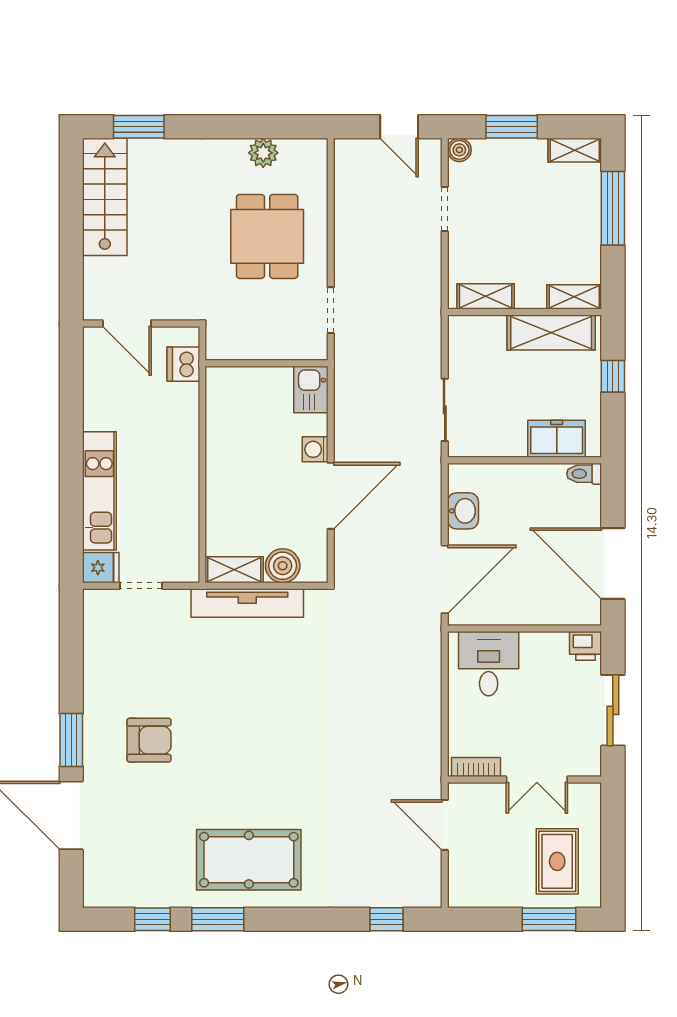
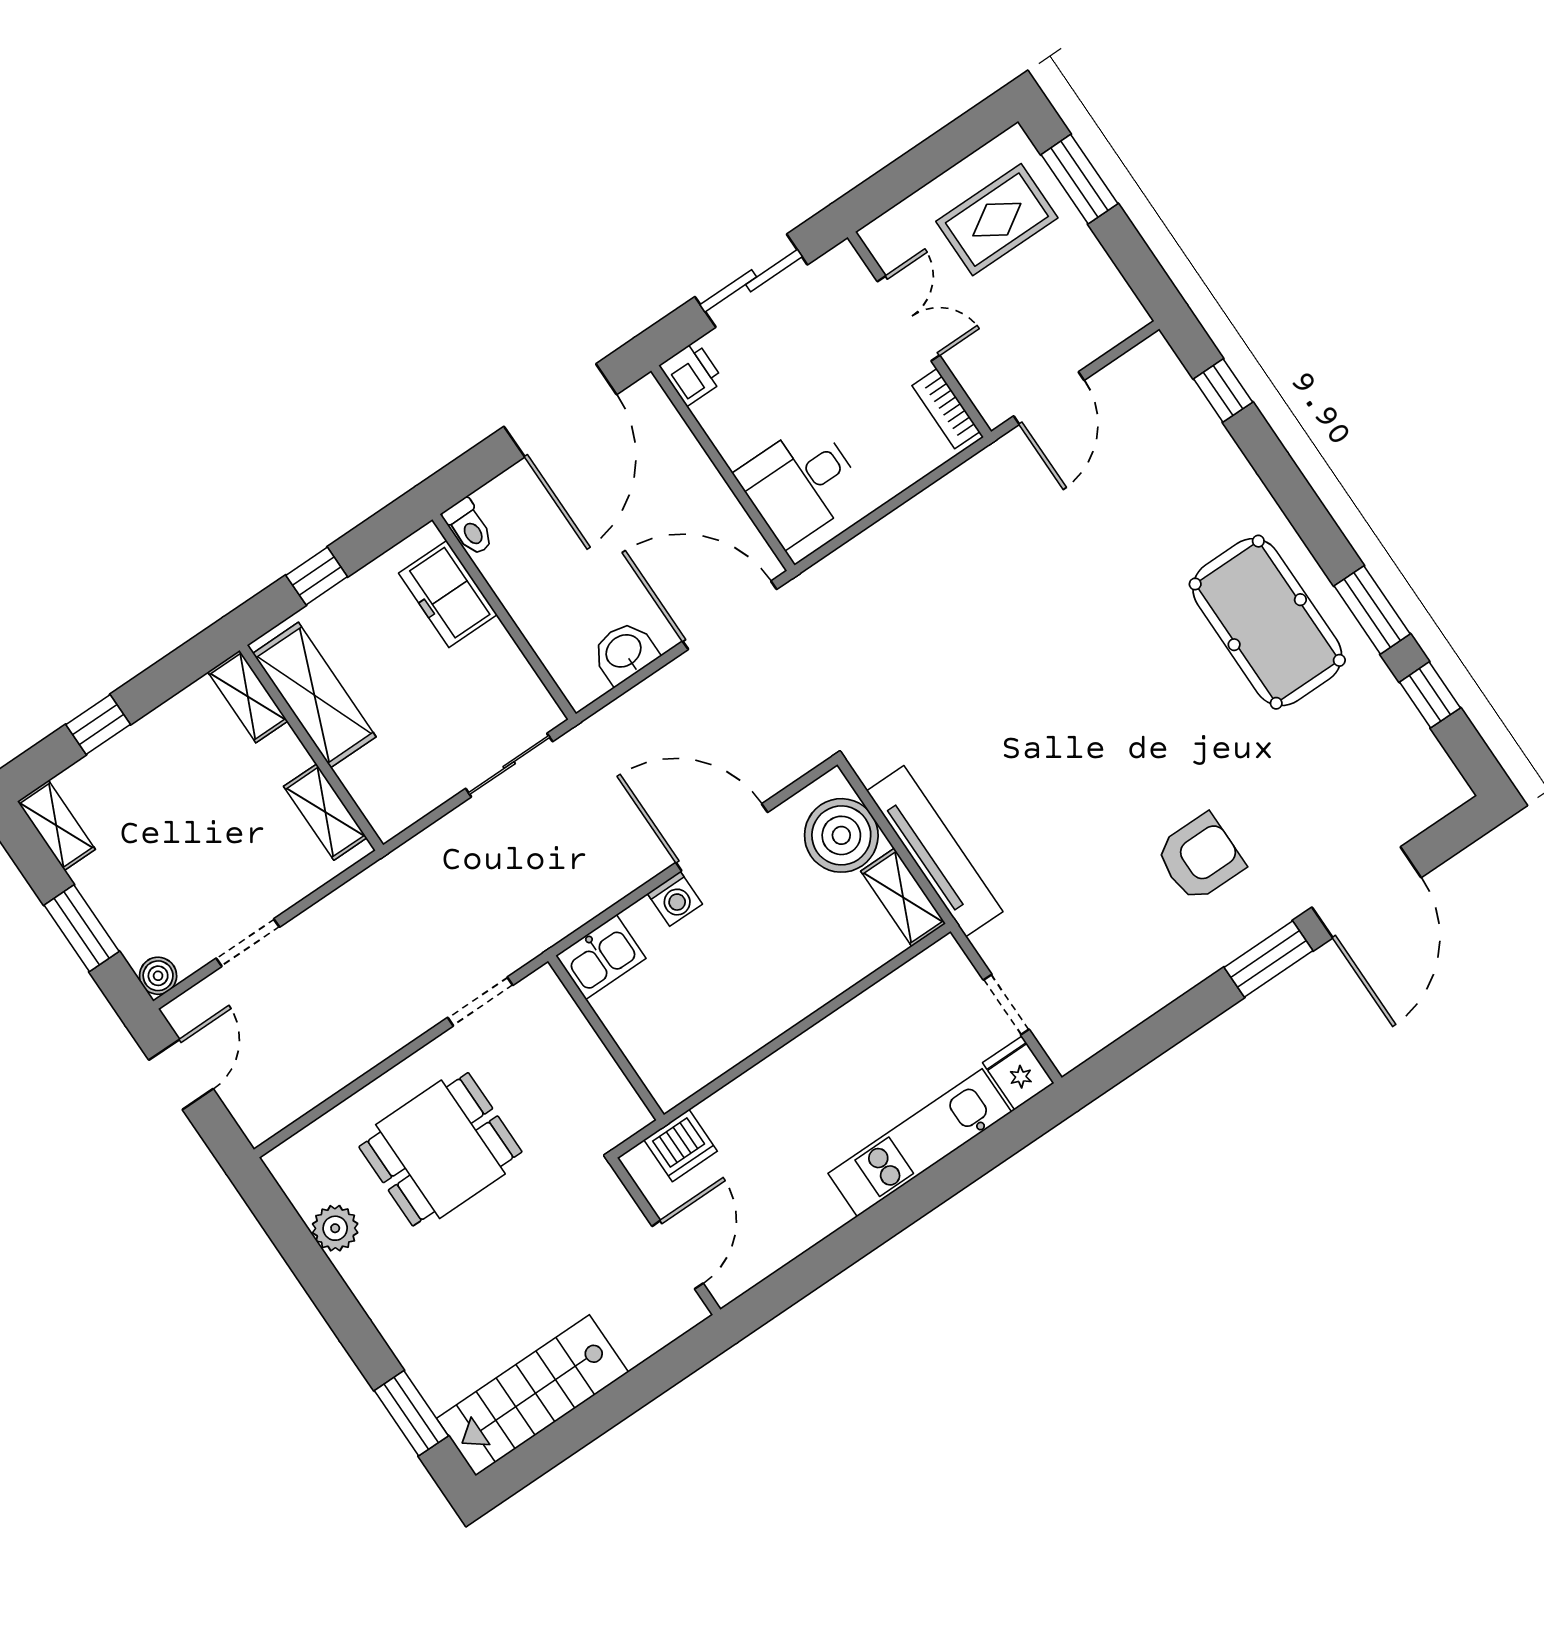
window: (613, 208) -> (98, 725), width x0.46
boiler: (283, 566) -> (841, 835), width x1.37, depth x1.37
armchair: (149, 740) -> (1200, 858), turned 90

